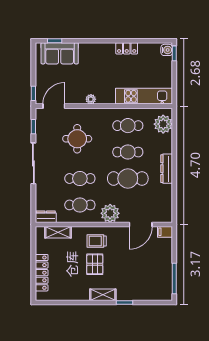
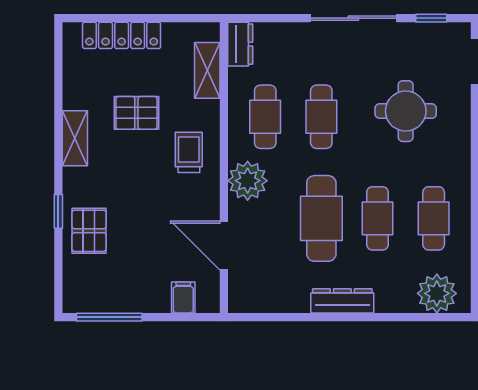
filing cabinet: (165, 232) -> (183, 297), moved
pallet: (95, 264) -> (136, 113), moved
pallet: (134, 288) -> (89, 231), added
shelving: (103, 295) -> (75, 138), moved

